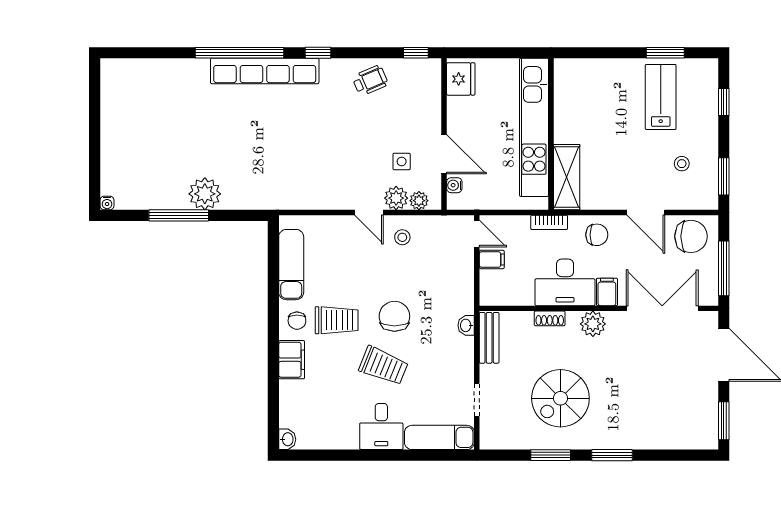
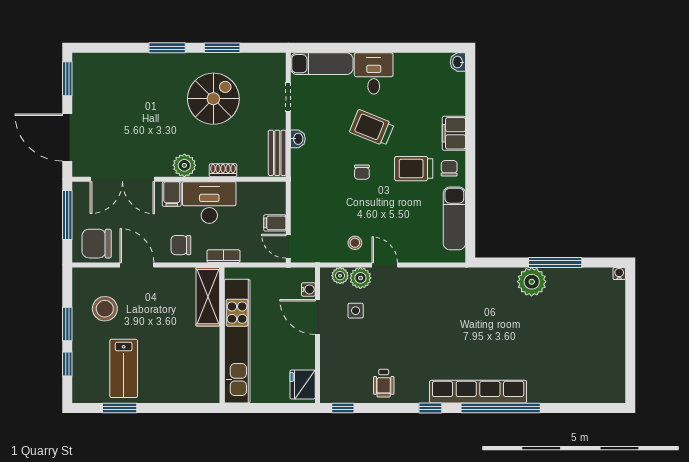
wheelchair: (370, 80) -> (384, 383), turned -67
stool: (682, 164) -> (105, 309), width x1.89, depth x1.89
window: (724, 176) -> (67, 324), moved
chair: (394, 316) -> (362, 172), width x0.54, depth x0.54
washbasin: (466, 325) -> (298, 139), moved

